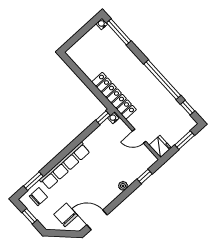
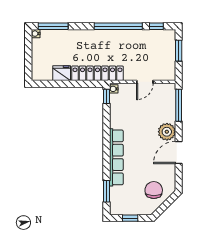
fridge: (160, 147) -> (62, 73), moved
window: (145, 177) -> (179, 105), width x2.17
plant: (123, 186) -> (167, 132), width x1.88, depth x1.88
chair: (38, 197) -> (121, 198), removed
chair: (66, 215) -> (154, 190), turned 91
door: (97, 220) -> (179, 152), moved

